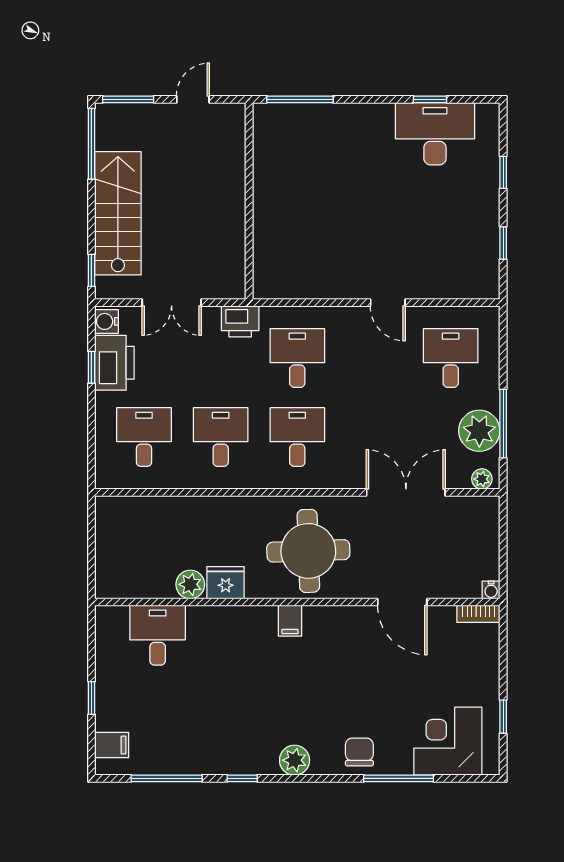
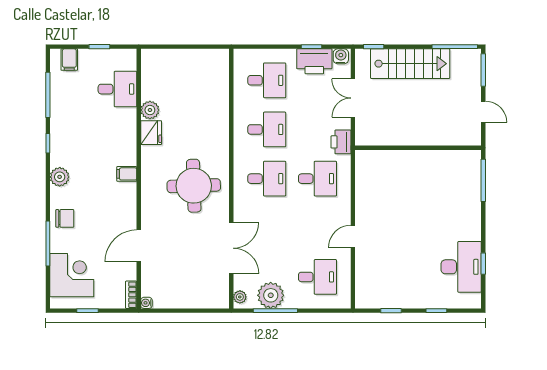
fridge: (226, 583) -> (151, 133), moved
plant: (190, 584) -> (150, 110), moved
water cooler: (491, 590) -> (146, 303), moved
wall: (297, 602) -> (139, 179), moved
door: (402, 602) -> (139, 246), moved
bookcase: (478, 614) -> (131, 295), moved
filing cabinet: (290, 621) -> (127, 174), moved
desk: (158, 635) -> (117, 89), moved

